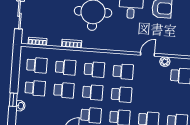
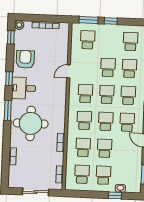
door: (147, 54) -> (69, 71), hinge flipped
plant: (165, 62) -> (75, 55), removed
school desk: (150, 97) -> (108, 68), added

